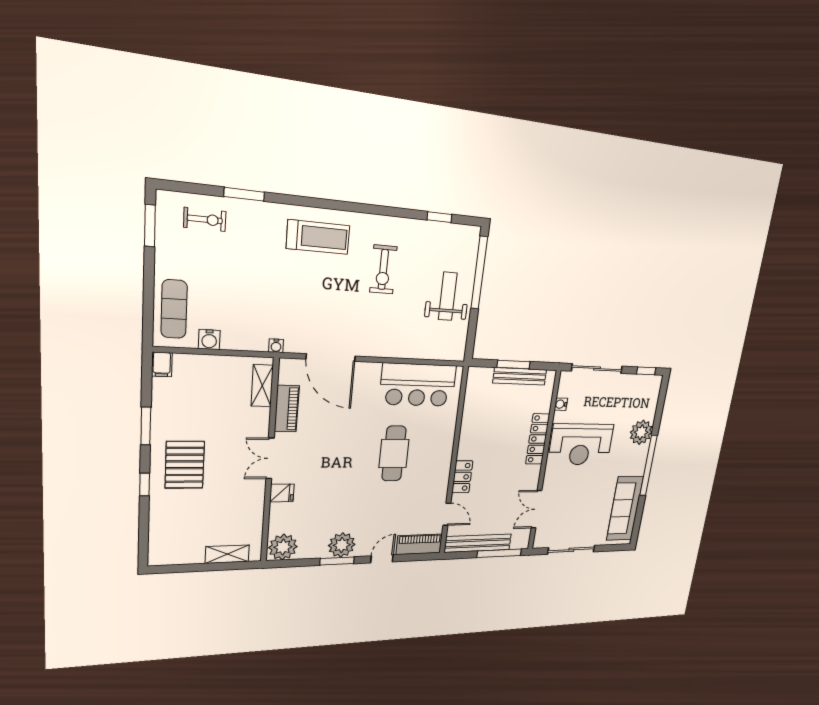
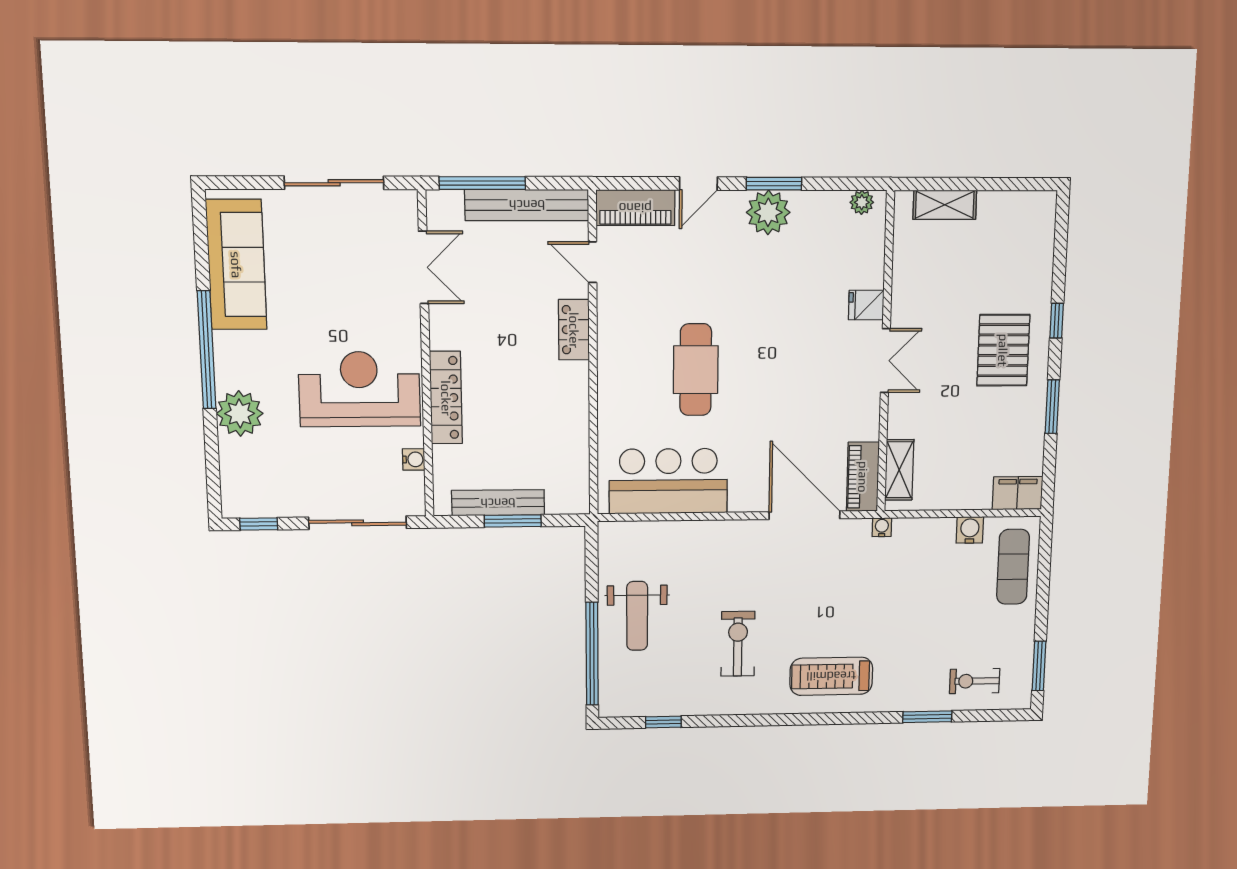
filing cabinet: (162, 364) -> (1018, 493), width x2.00
piano: (287, 409) -> (863, 477), moved
plant: (283, 547) -> (862, 202), width x0.53, depth x0.53

